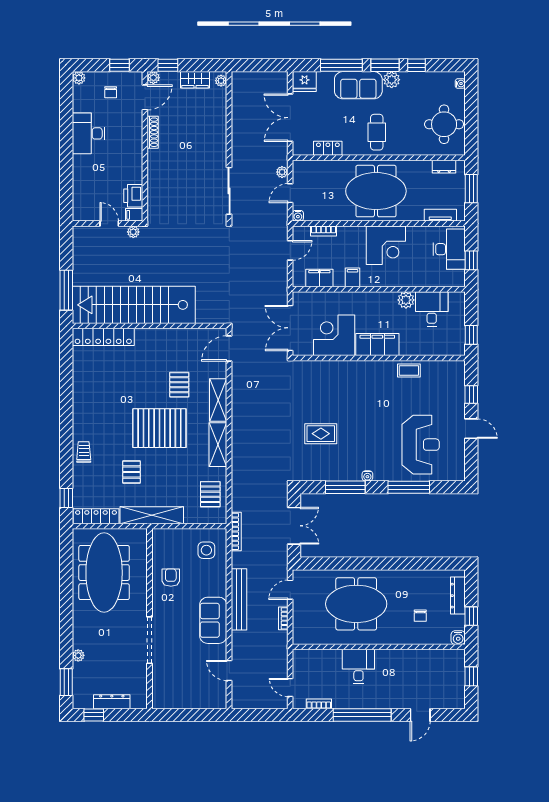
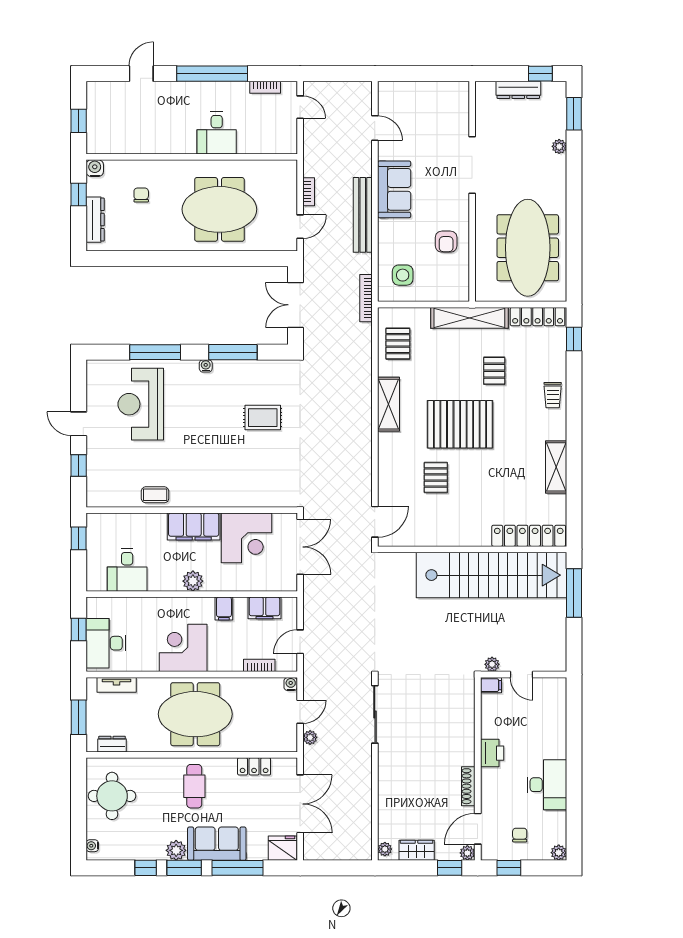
printer: (133, 196) -> (492, 753), moved
plant: (406, 300) -> (193, 581), moved
shelving: (218, 400) -> (556, 467), moved

